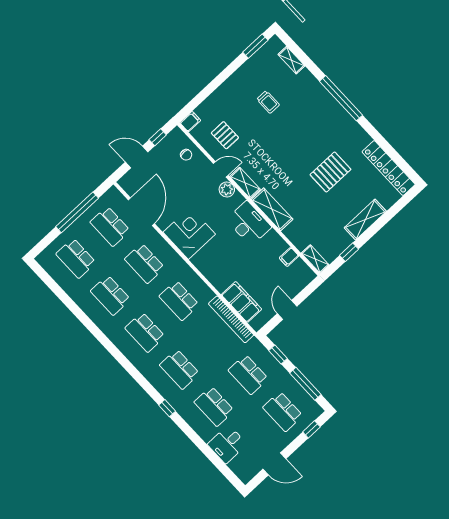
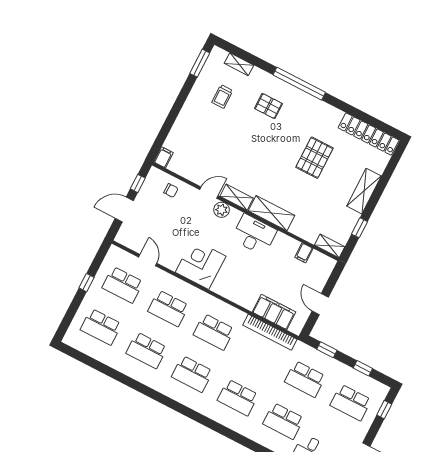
trolley: (268, 102) -> (222, 96), moved, turned 90
pallet: (225, 135) -> (268, 106), moved
window: (77, 212) -> (87, 283), width x0.32
door: (141, 212) -> (148, 260), width x0.53
window: (305, 384) -> (363, 368), width x0.46
window: (167, 408) -> (239, 439), removed

